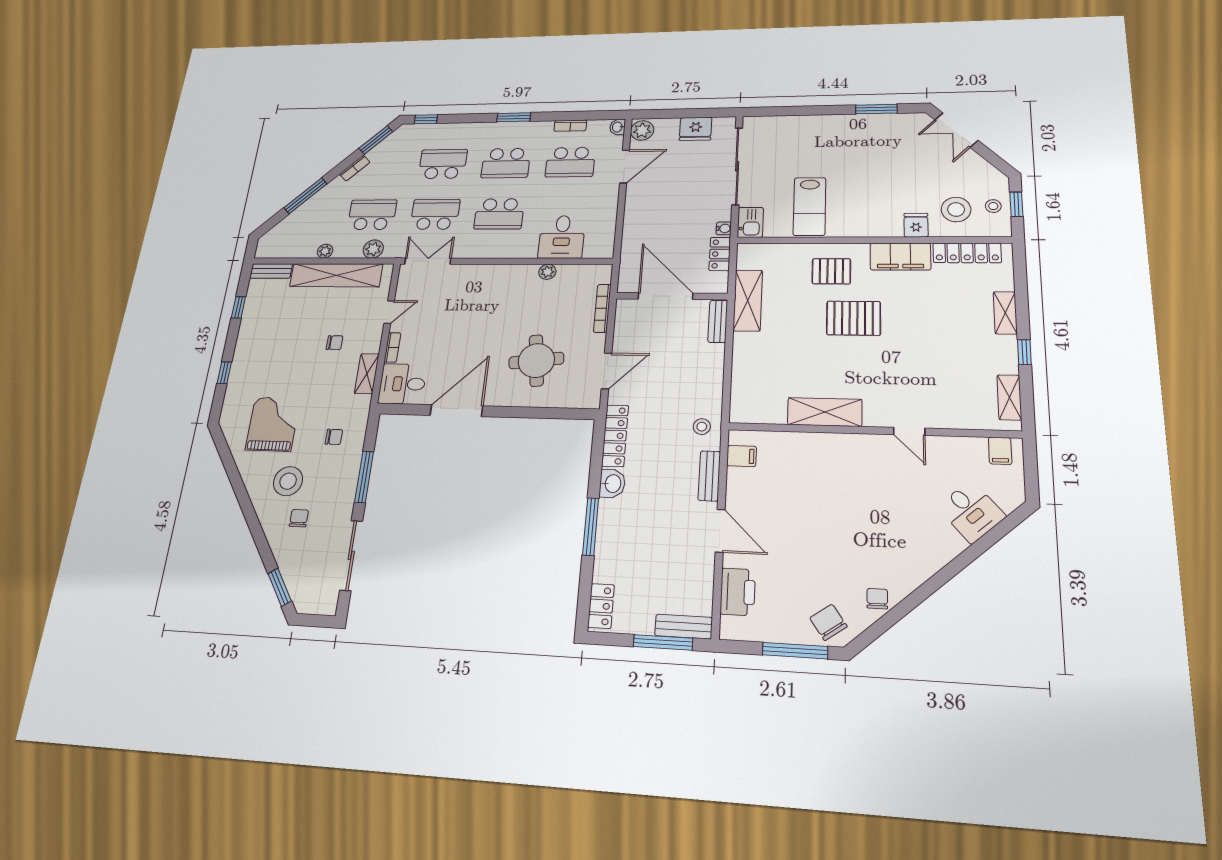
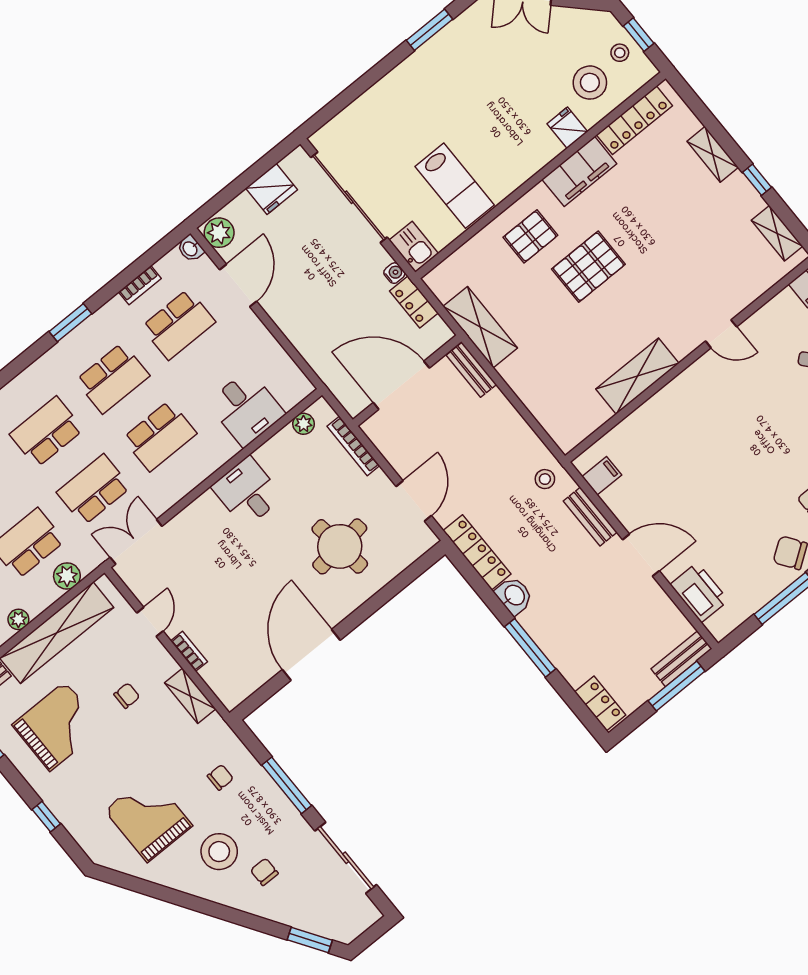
plant: (547, 272) -> (304, 424), moved
grand piano: (283, 327) -> (57, 726), added
desk: (402, 384) -> (247, 492), moved, turned 90

